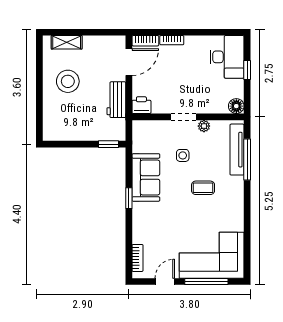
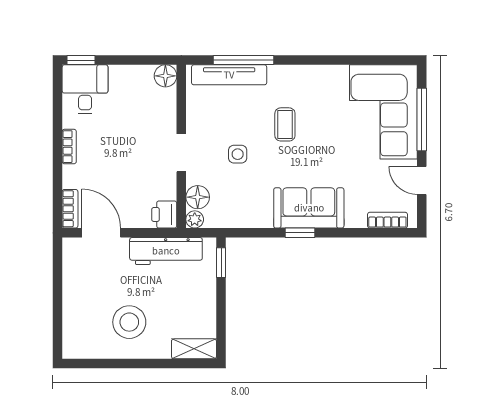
bookcase: (172, 40) -> (69, 147), moved
shelving: (67, 42) -> (194, 349), moved, turned 90
desk: (227, 57) -> (85, 89), width x0.73
window: (247, 70) -> (81, 60), moved
workbench: (116, 100) -> (166, 251), width x1.37
plant: (204, 126) -> (195, 219), moved
floor lamp: (153, 128) -> (198, 197), added
sofa: (146, 177) -> (309, 208), moved

